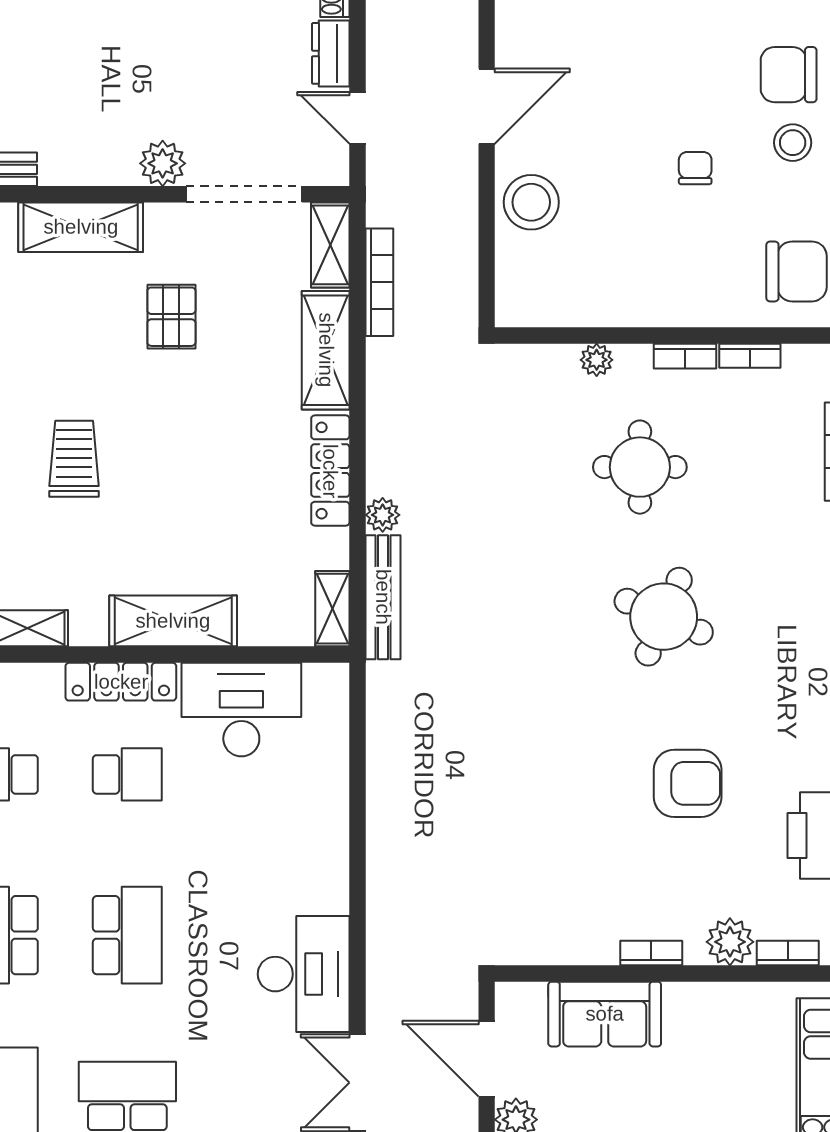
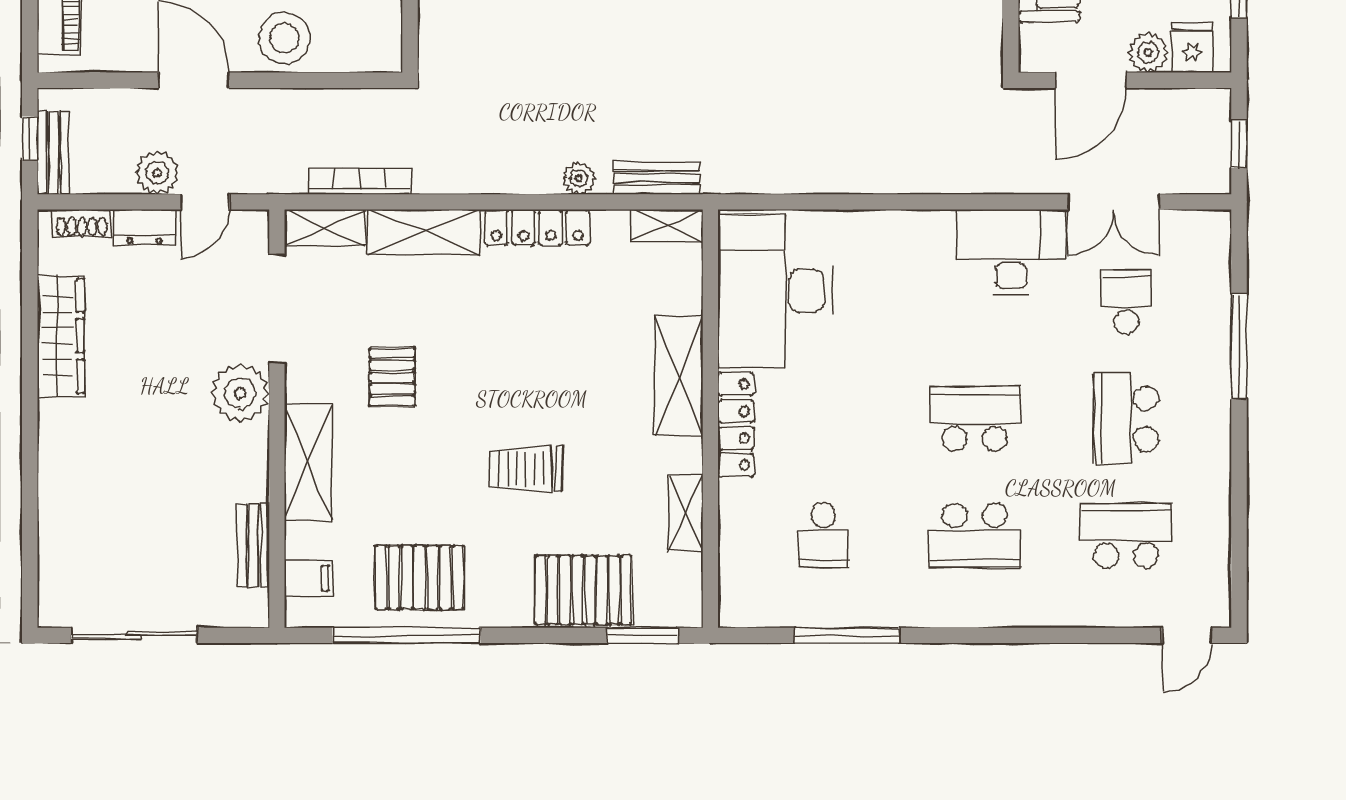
plant: (388, 67) -> (157, 173), added
plant: (163, 163) -> (240, 393), width x1.36, depth x1.36
pallet: (171, 317) -> (392, 377), turned 90
bench: (383, 597) -> (656, 178), width x0.73
desk: (241, 710) -> (775, 291), width x1.36, depth x1.30
school desk: (127, 774) -> (1126, 302), moved

